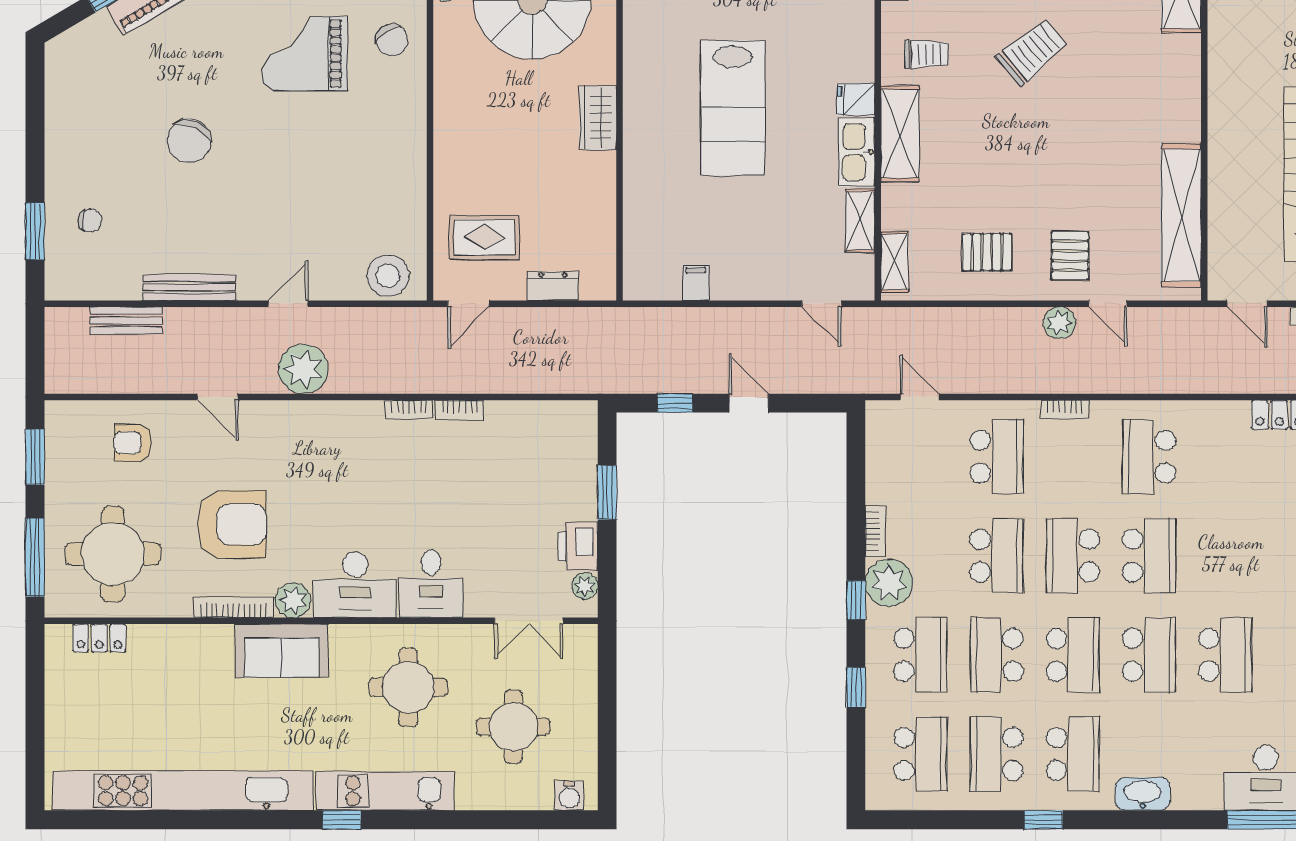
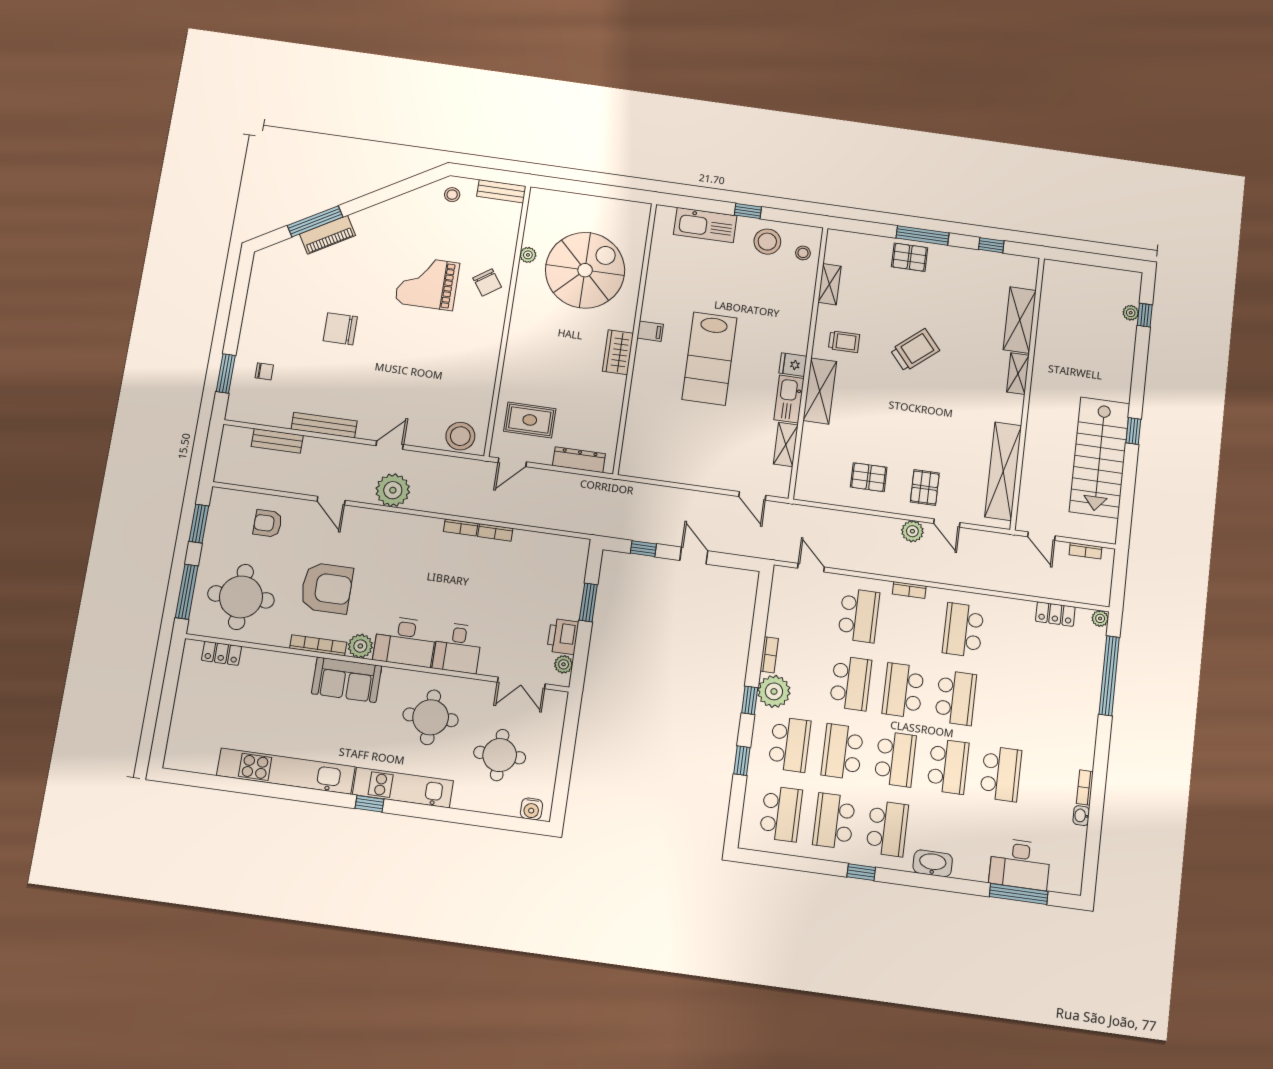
chair: (189, 141) -> (340, 329), turned 66
shelving: (894, 262) -> (1018, 374), moved
filing cabinet: (696, 283) -> (650, 331), moved, turned 90
dresser: (553, 286) -> (579, 460), width x1.44
kitchen unit: (183, 791) -> (286, 771), width x0.73

